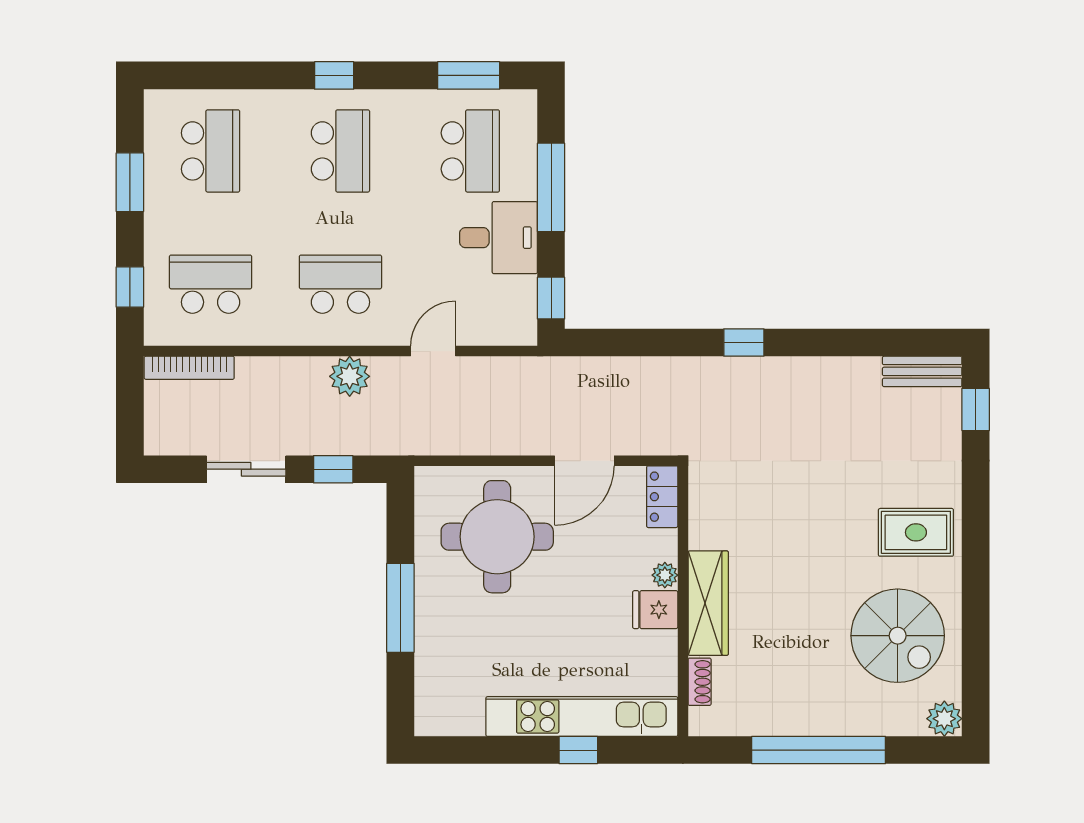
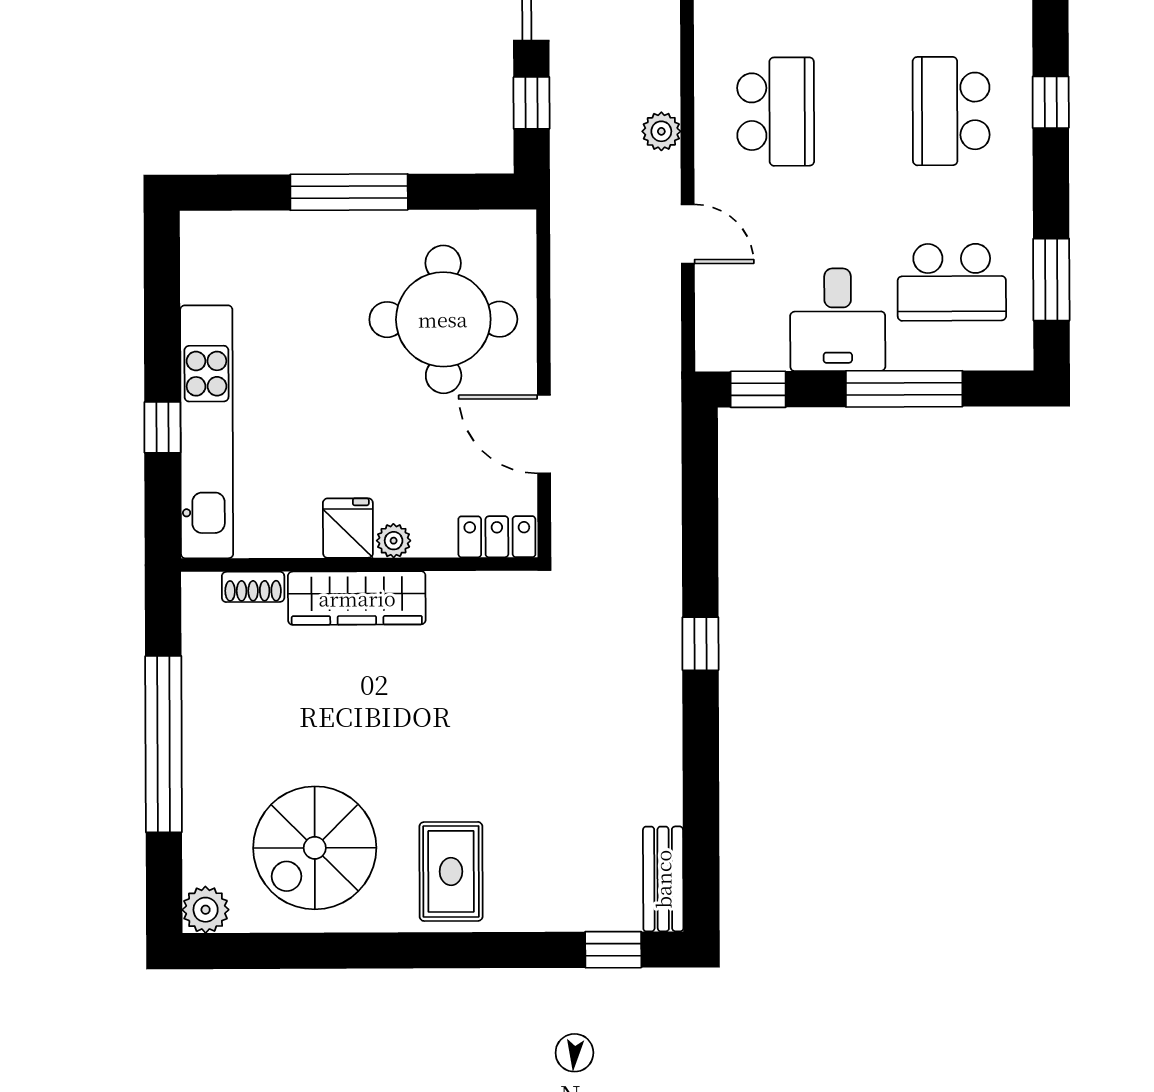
school desk: (340, 151) -> (951, 111), turned 90
plant: (350, 376) -> (661, 131), width x0.73, depth x0.73

